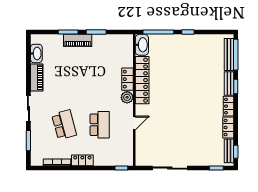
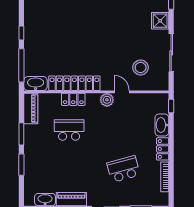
piano: (78, 40) -> (31, 108), moved
plant: (127, 97) -> (107, 100), moved
school desk: (100, 125) -> (69, 130), moved
stool: (156, 140) -> (141, 67), added
shower: (199, 158) -> (160, 21), added
washbasin: (104, 160) -> (162, 125), added

